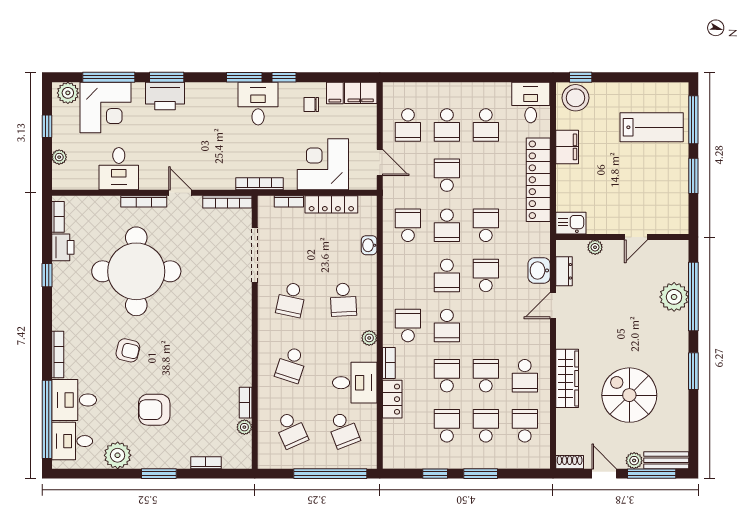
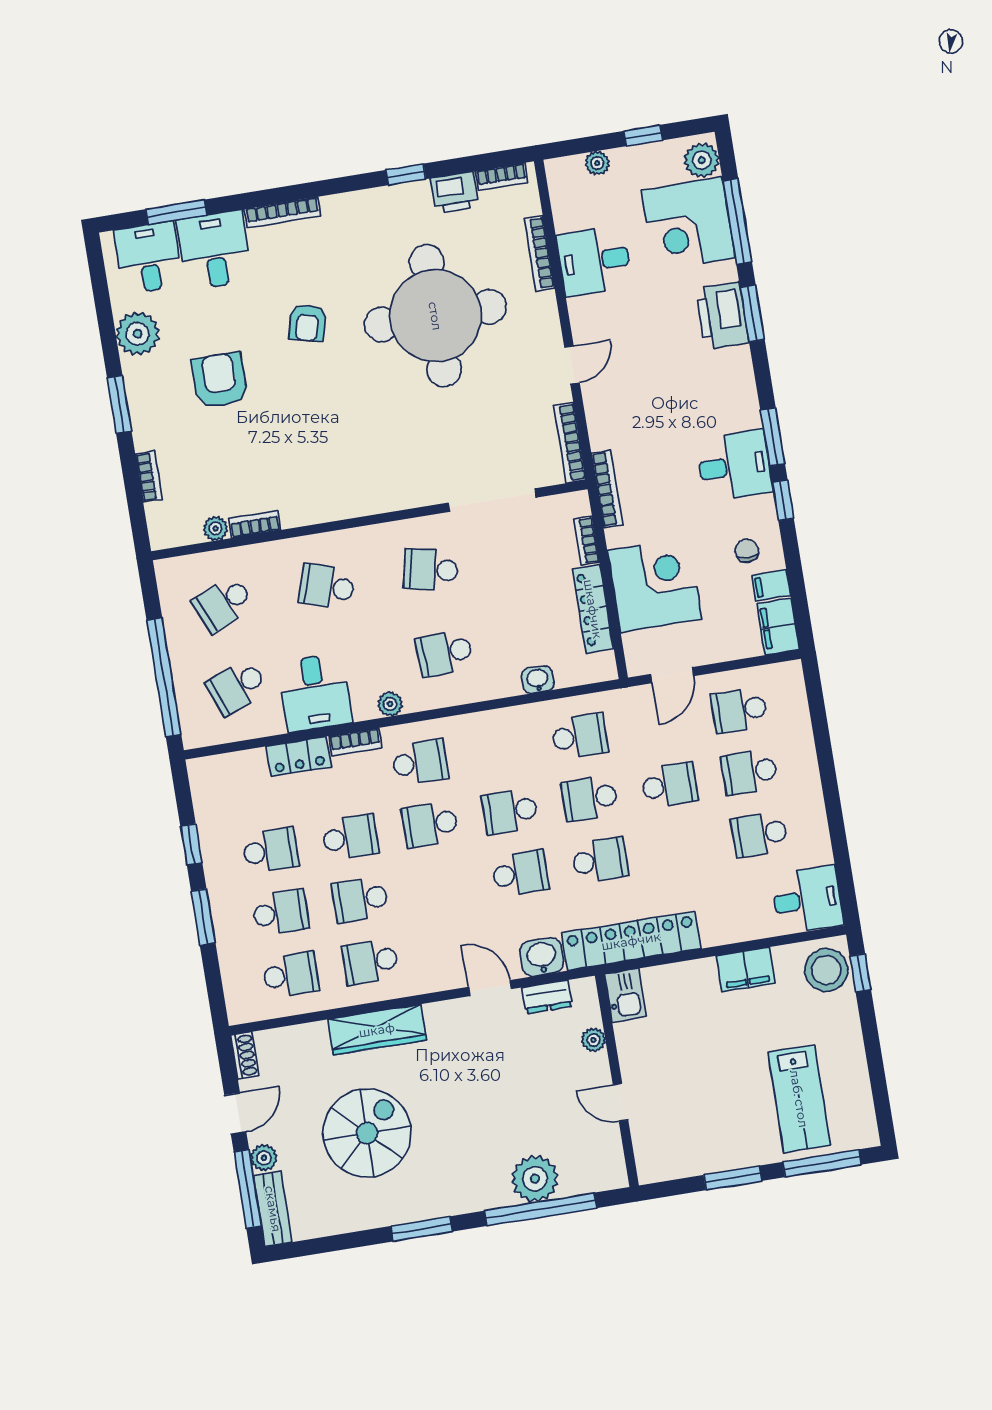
locker: (538, 180) -> (631, 941), moved
bookcase: (144, 201) -> (540, 253), moved
school desk: (486, 376) -> (360, 900), turned 180
window: (47, 419) -> (176, 212), width x0.47

